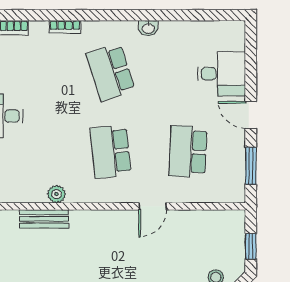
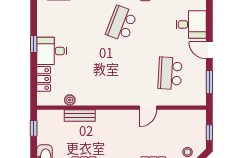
school desk: (111, 72) -> (122, 23), turned 39
school desk: (111, 152) -> (122, 73), removed
plant: (57, 194) -> (70, 100), moved

